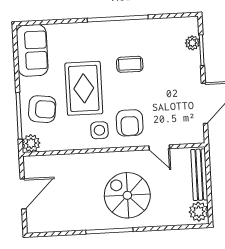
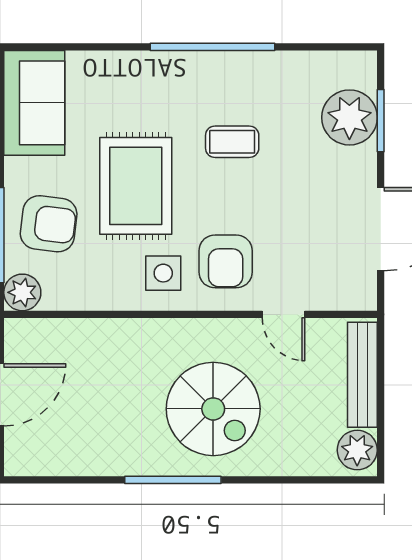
plant: (192, 43) -> (349, 117), width x1.88, depth x1.88
spiral stairs: (127, 195) -> (213, 409), turned 180

